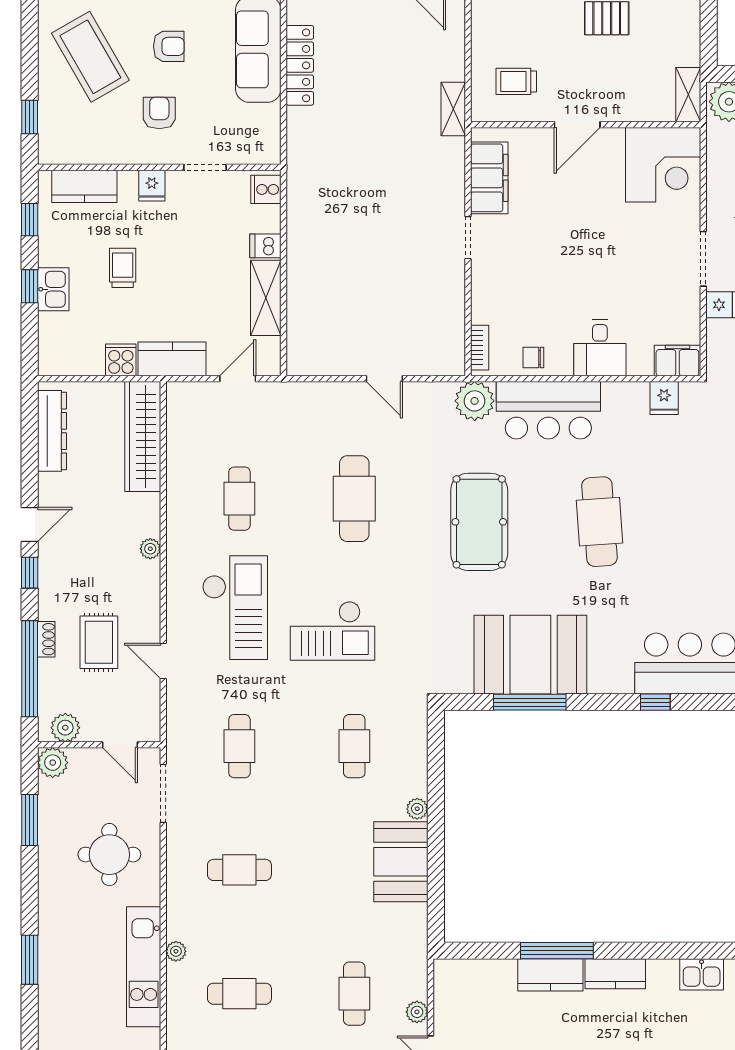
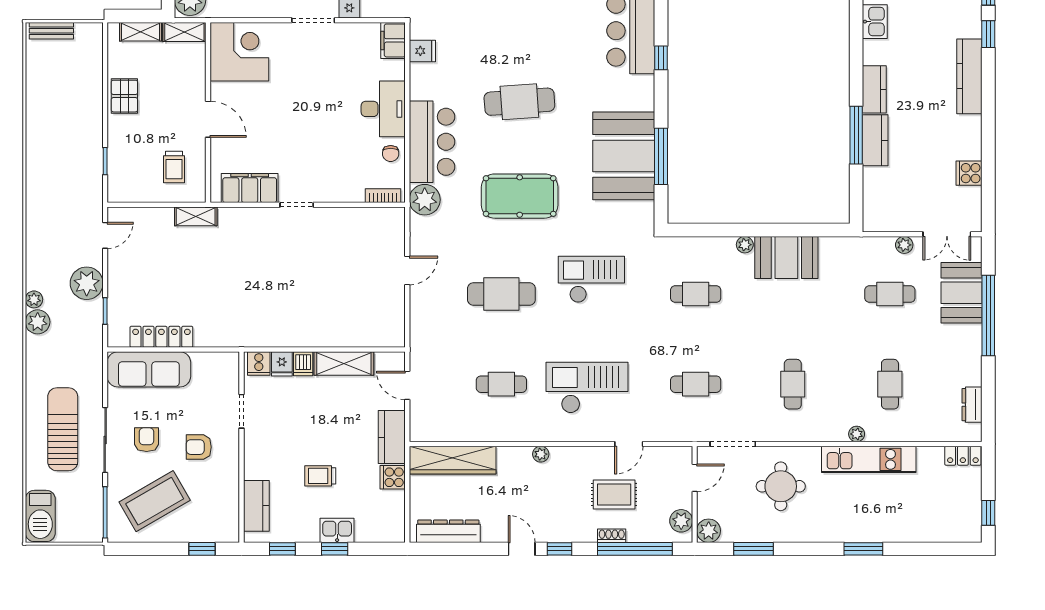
shelving: (689, 39) -> (141, 32), added
fridge: (152, 186) -> (282, 364), moved, turned 90
desk: (600, 348) -> (383, 109), width x1.37
checkout: (333, 631) -> (591, 279), moved, turned -90

